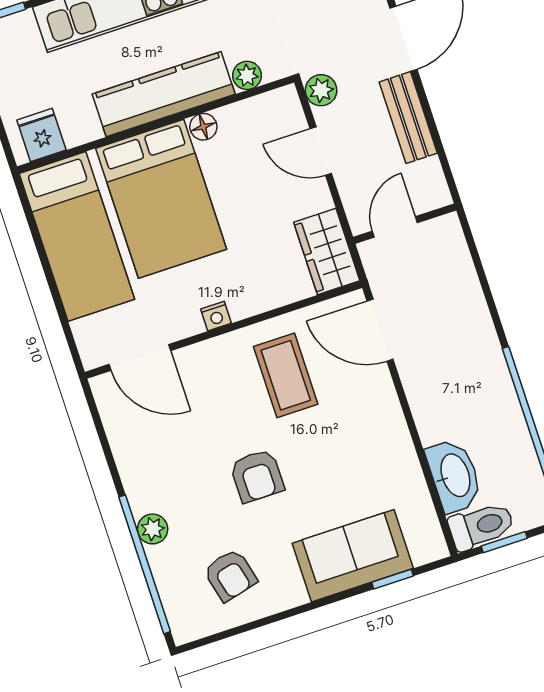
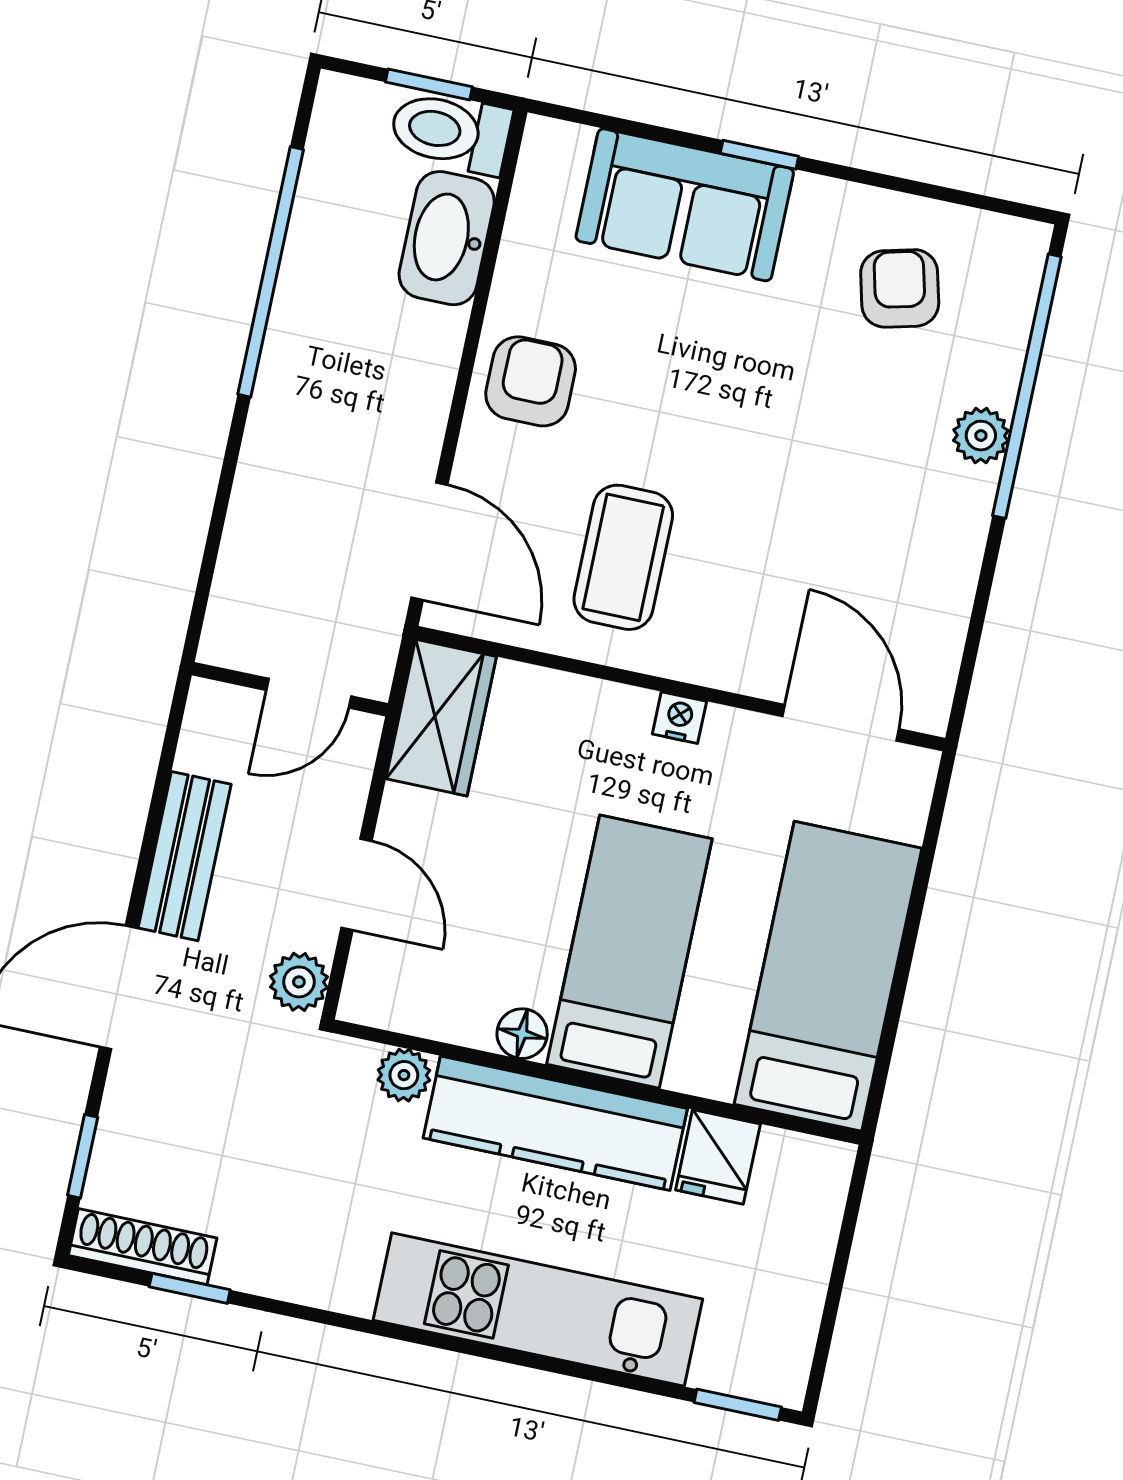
fridge: (41, 135) -> (718, 1157), moved
bed: (161, 199) -> (629, 952), width x0.67
armchair: (257, 476) -> (531, 381), moved
window: (392, 579) -> (759, 155), moved

